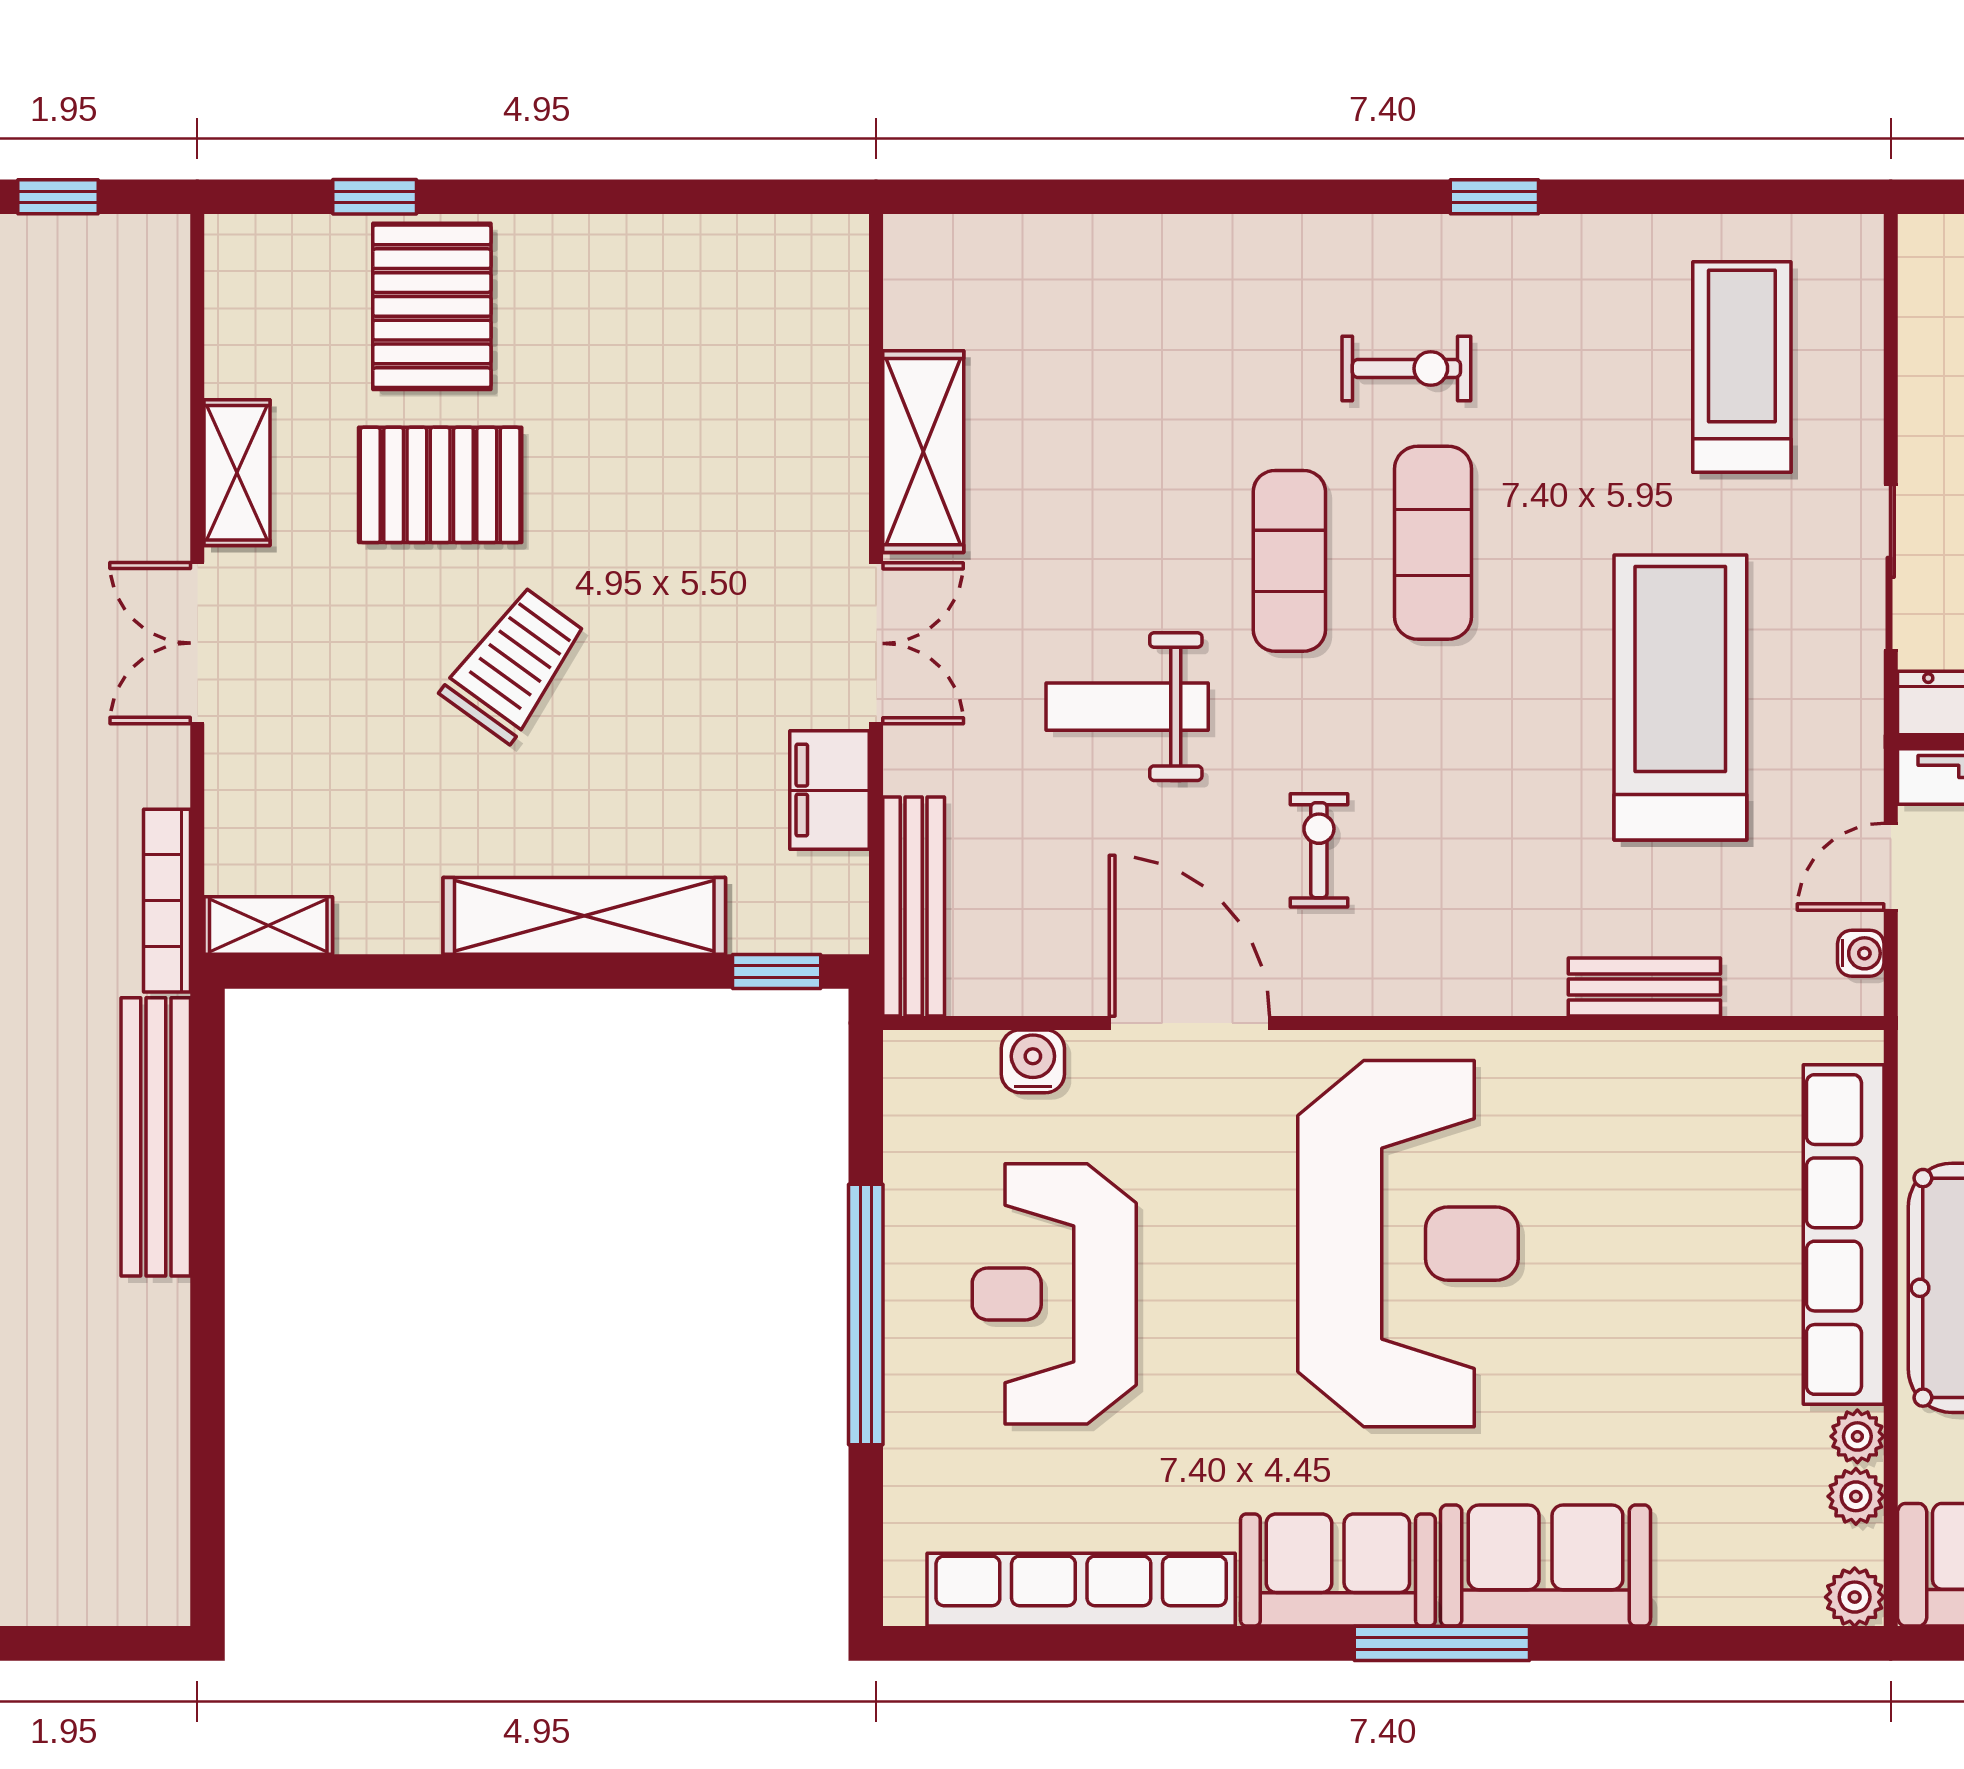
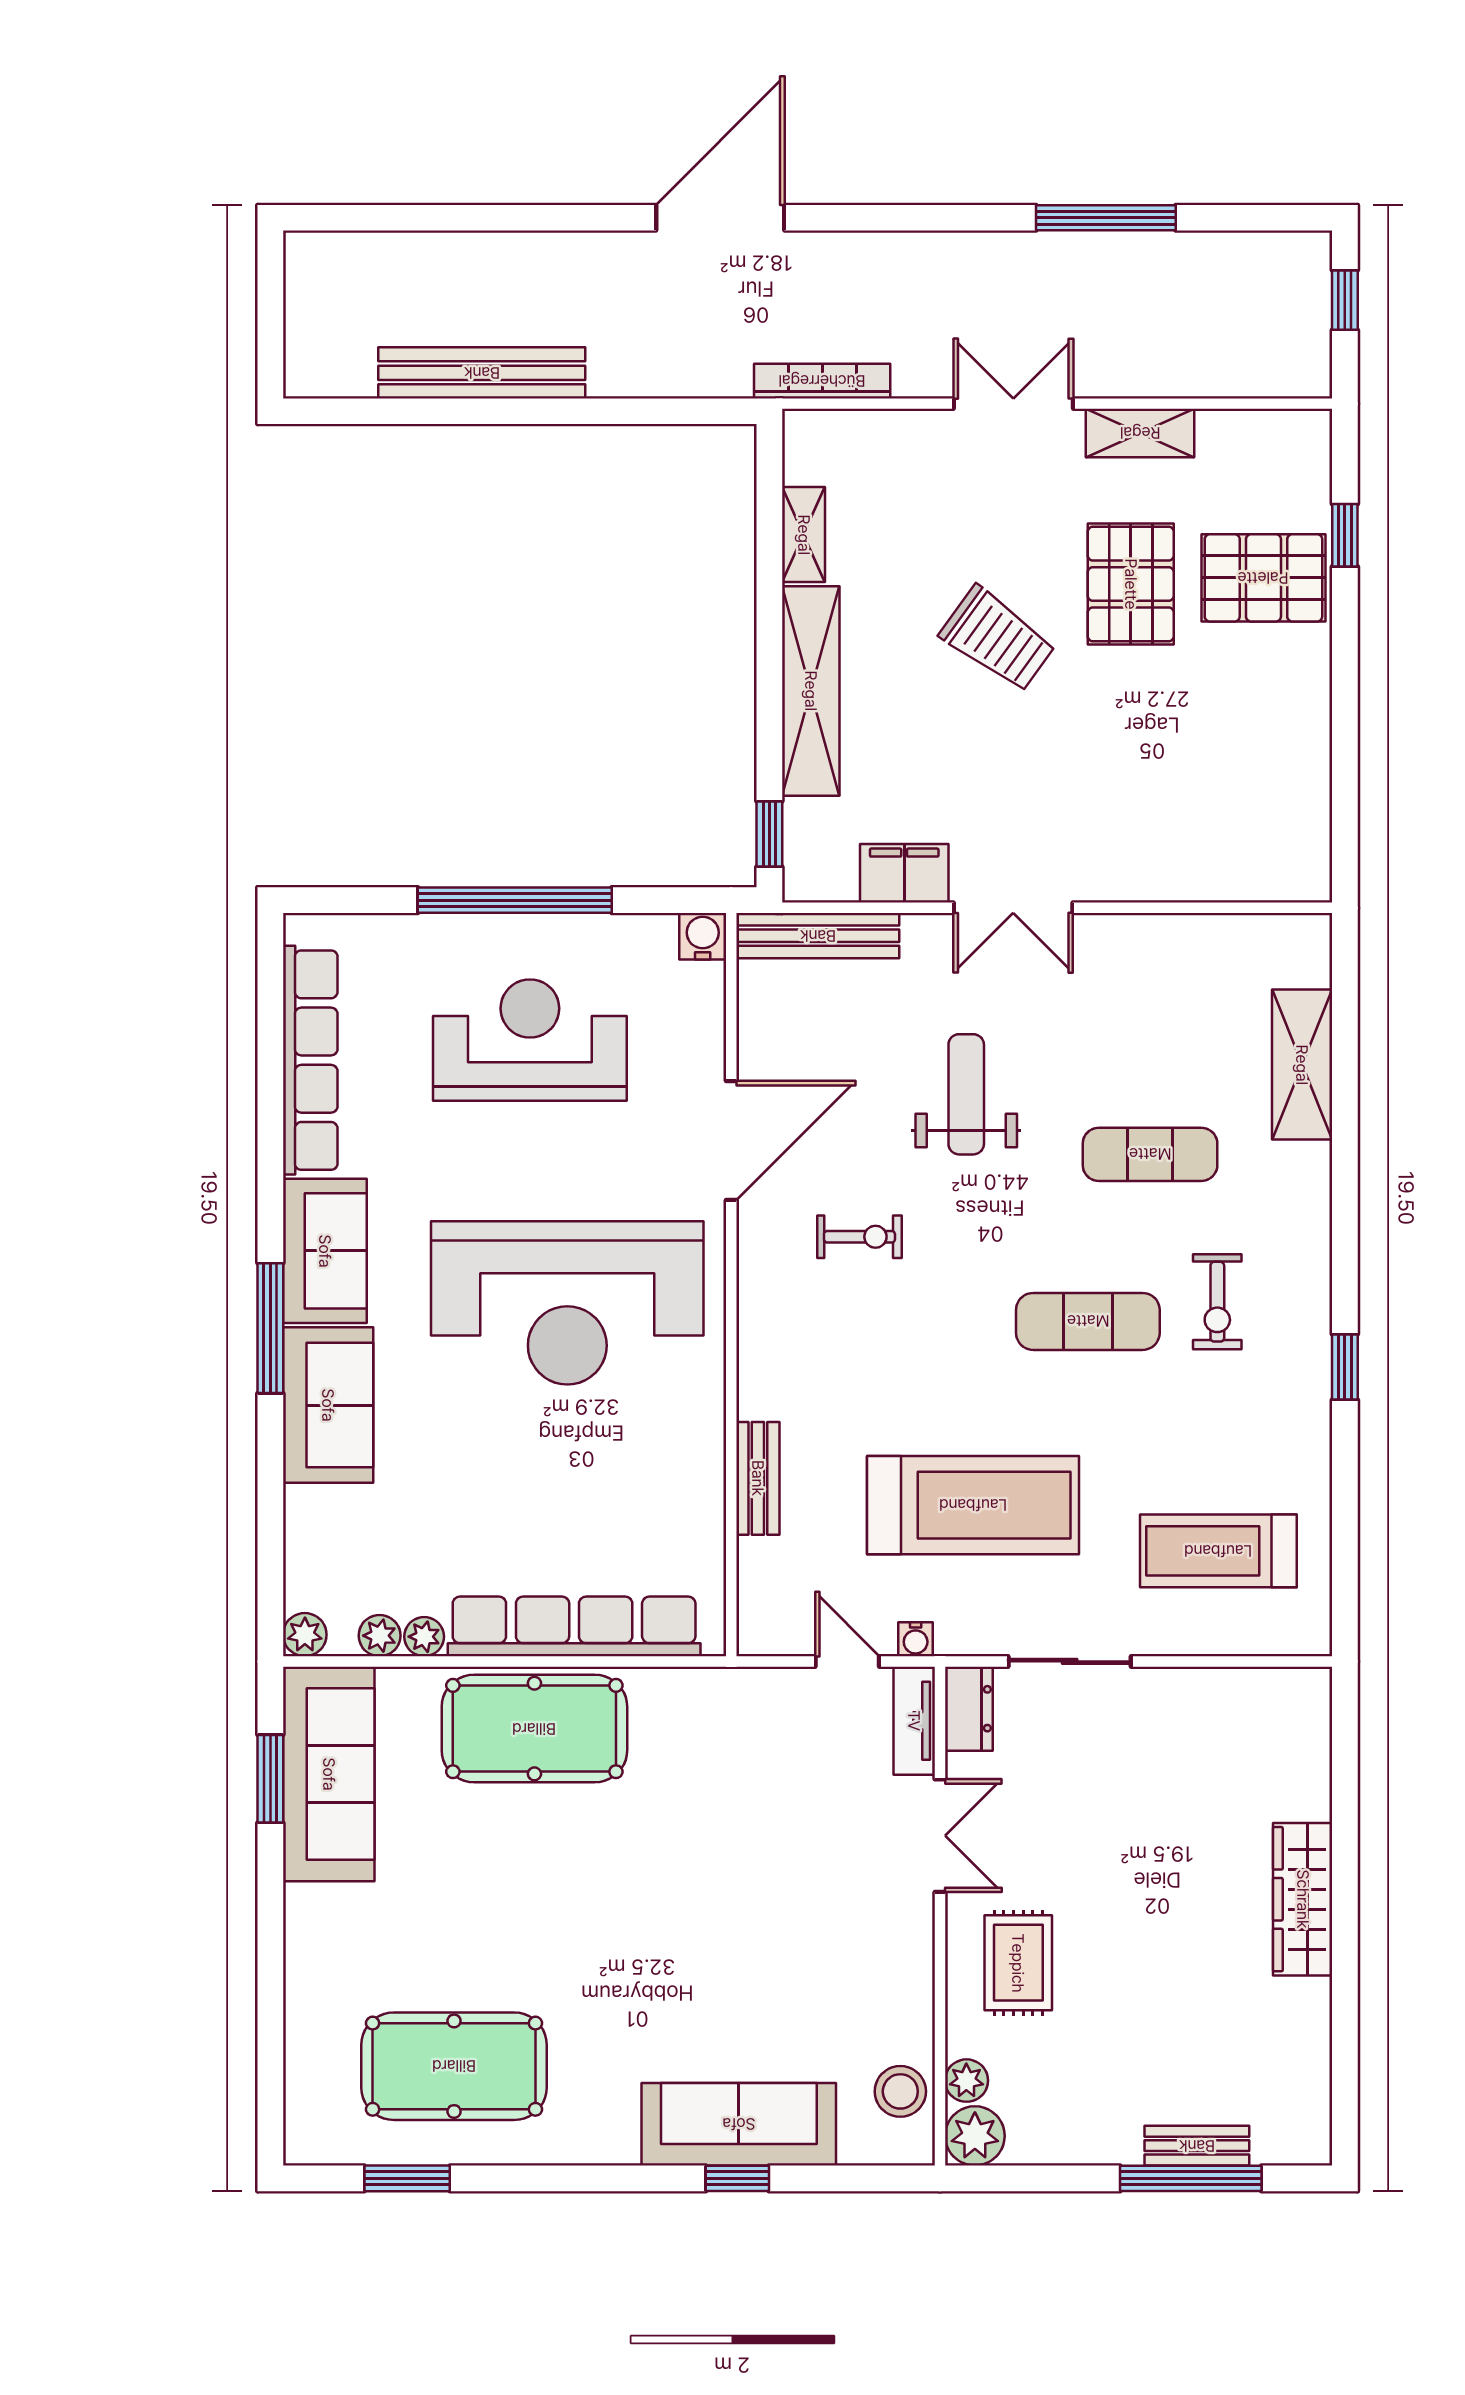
treadmill: (1742, 367) -> (1218, 1551), turned 180
shelving: (923, 452) -> (1302, 1065), moved, turned 90
exercise mat: (1289, 561) -> (1150, 1154), moved
shelving: (268, 926) -> (804, 535), moved
water cooler: (1861, 953) -> (916, 1639), moved
water cooler: (1033, 1061) -> (703, 936), moved, turned -90
bench: (156, 1137) -> (482, 373), moved

